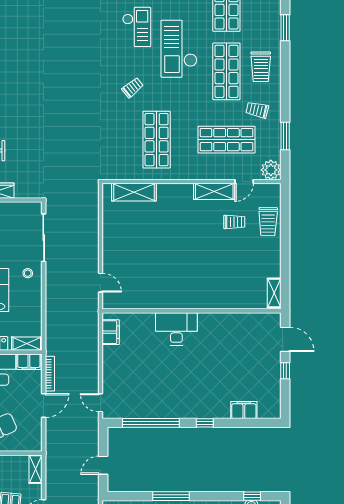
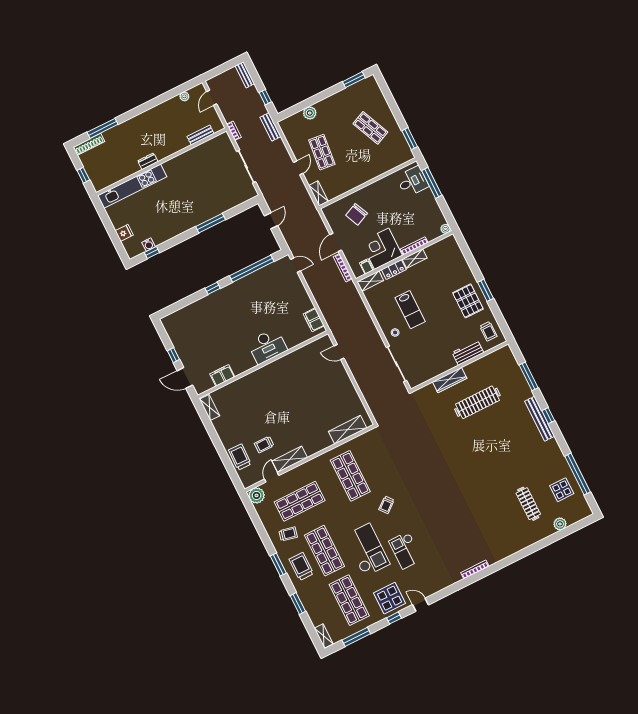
window: (285, 136) -> (278, 564), moved
filing cabinet: (29, 362) -> (366, 267), width x0.50
filing cabinet: (244, 410) -> (222, 375), moved, turned 180

